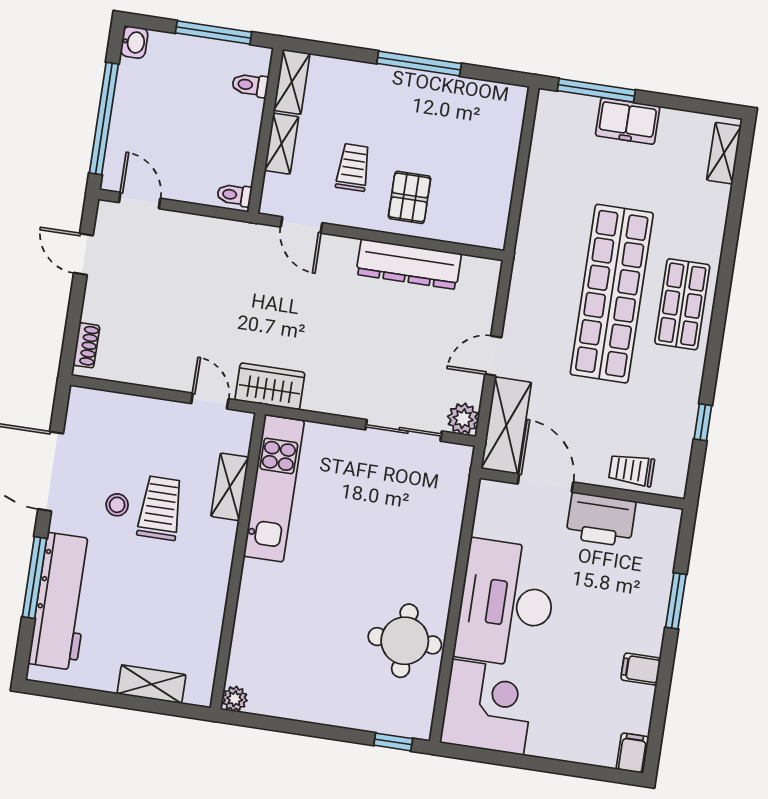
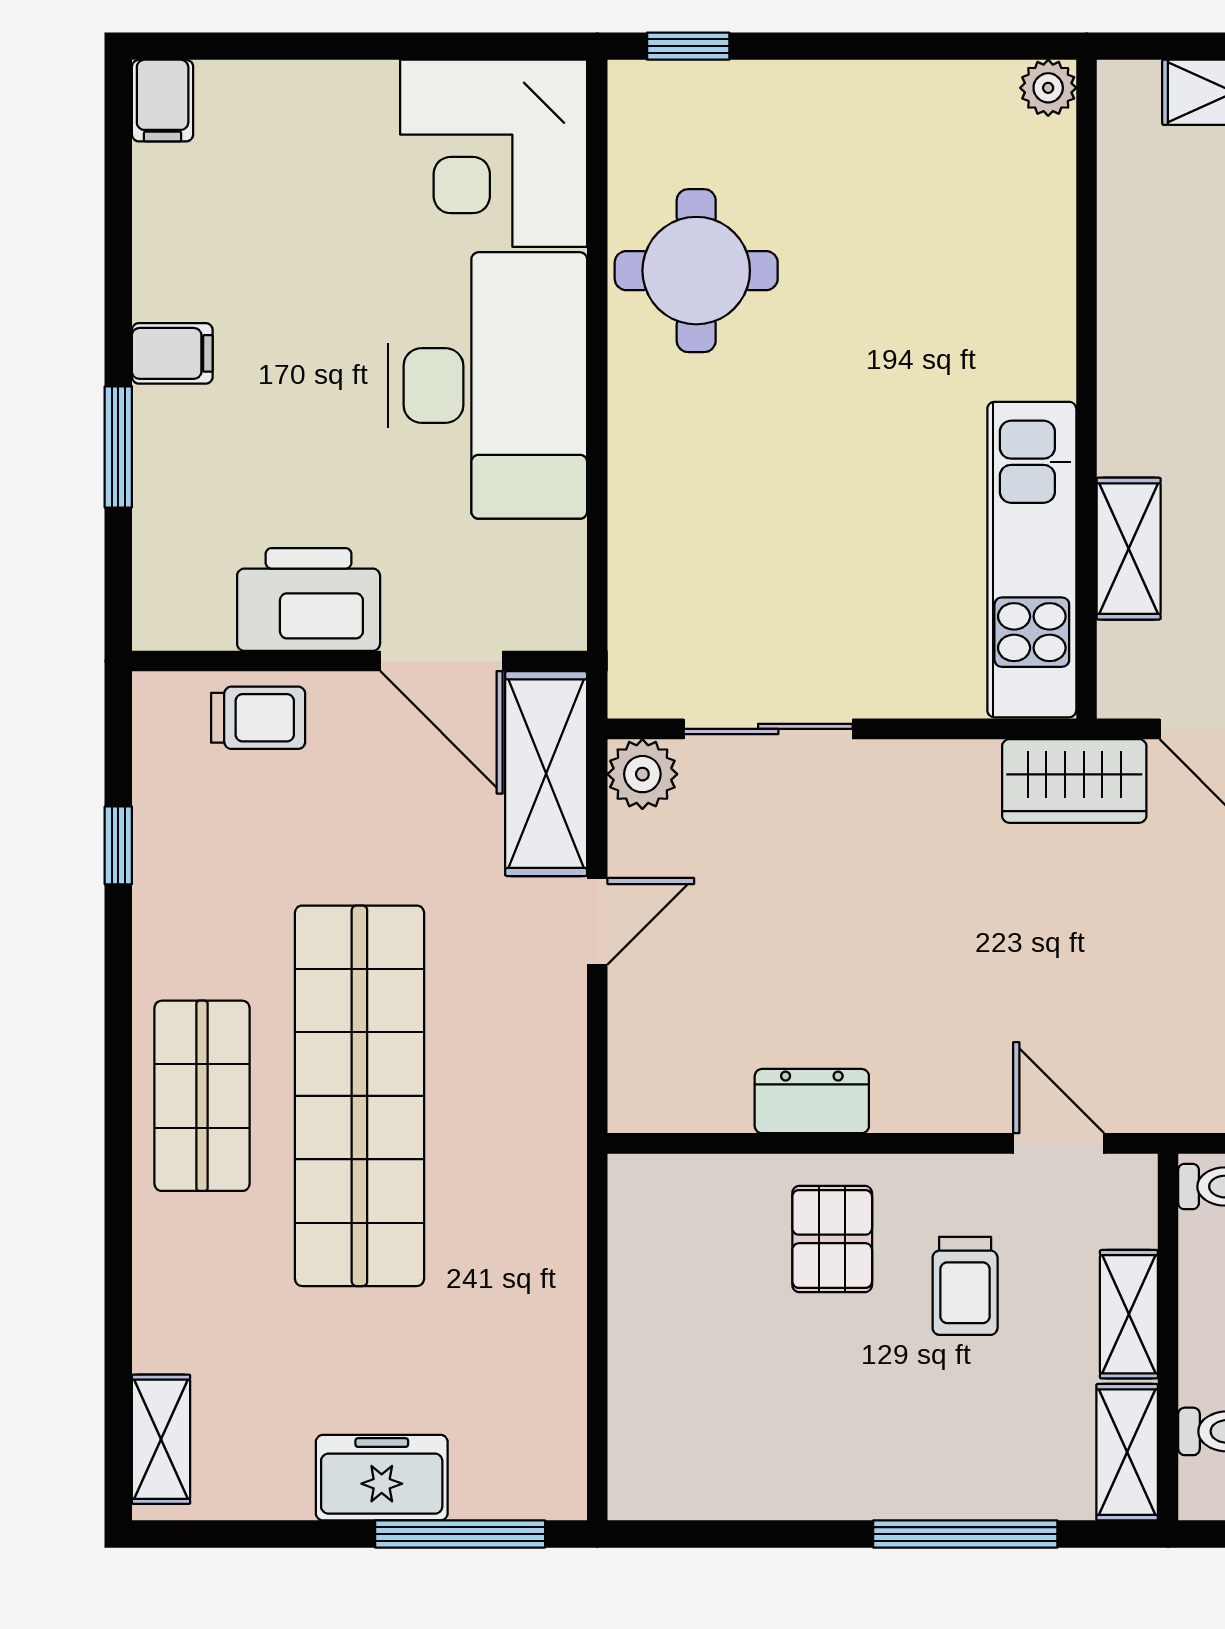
window: (419, 64) -> (965, 1534), moved
dresser: (409, 264) -> (812, 1101), width x0.51, depth x0.80
filing cabinet: (641, 669) -> (172, 353), moved

